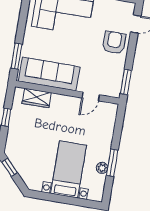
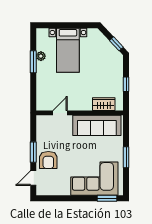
window: (16, 56) -> (126, 157), moved
window: (126, 82) -> (33, 152), moved

